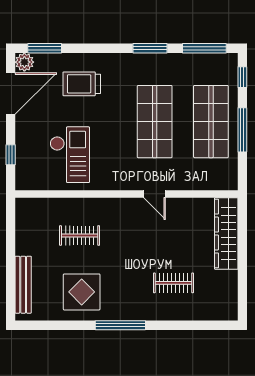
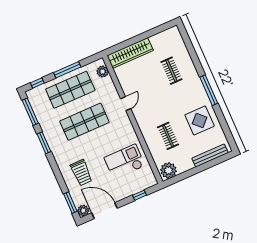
plant: (217, 181) -> (103, 72), added
plant: (28, 214) -> (168, 170), added

